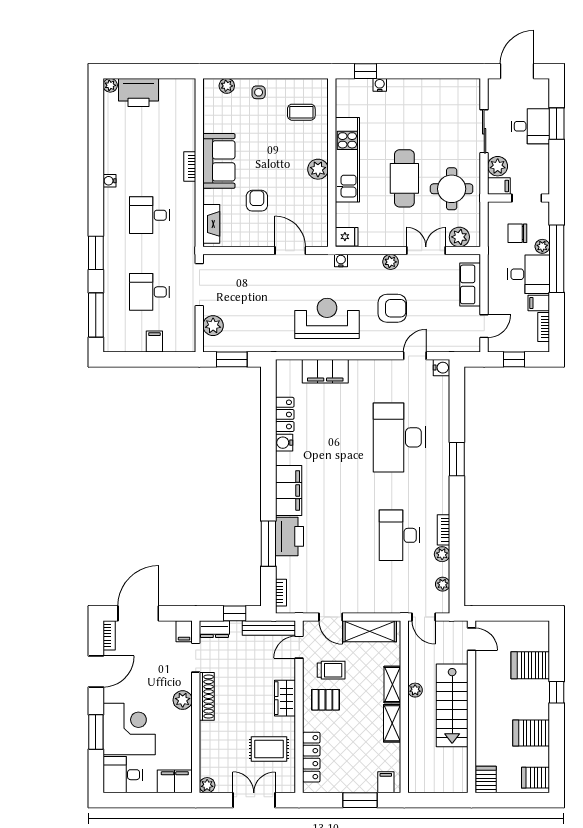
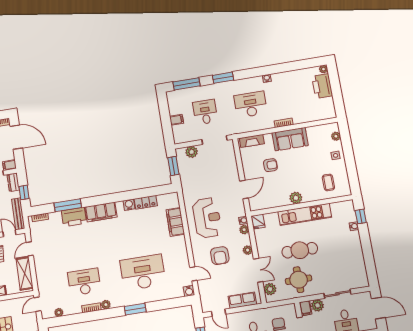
desk: (149, 215) -> (251, 104), width x1.37
plant: (356, 262) -> (244, 230), added
plant: (442, 554) -> (106, 305), moved

